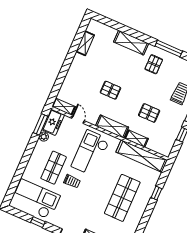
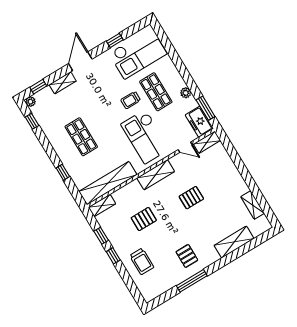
shelving: (131, 43) -> (234, 242), moved
plant: (44, 137) -> (186, 93), moved
shelving: (136, 139) -> (102, 205), moved
checkout: (90, 153) -> (145, 137), turned 180
shop shelf: (122, 198) -> (81, 137), width x0.70, depth x0.74

